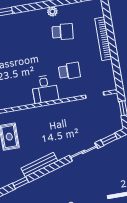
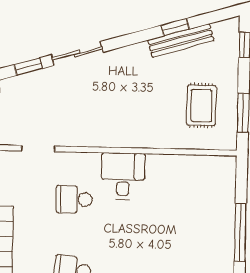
bench: (39, 165) -> (181, 40), moved
window: (21, 183) -> (175, 27), moved

